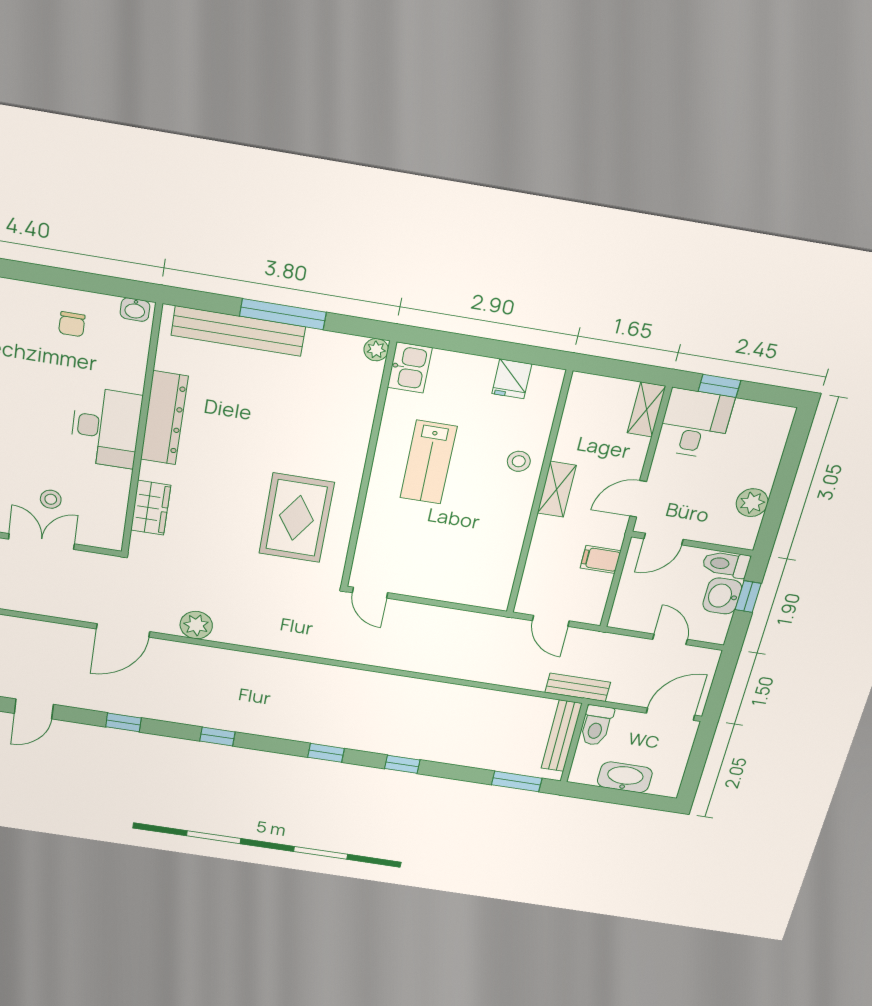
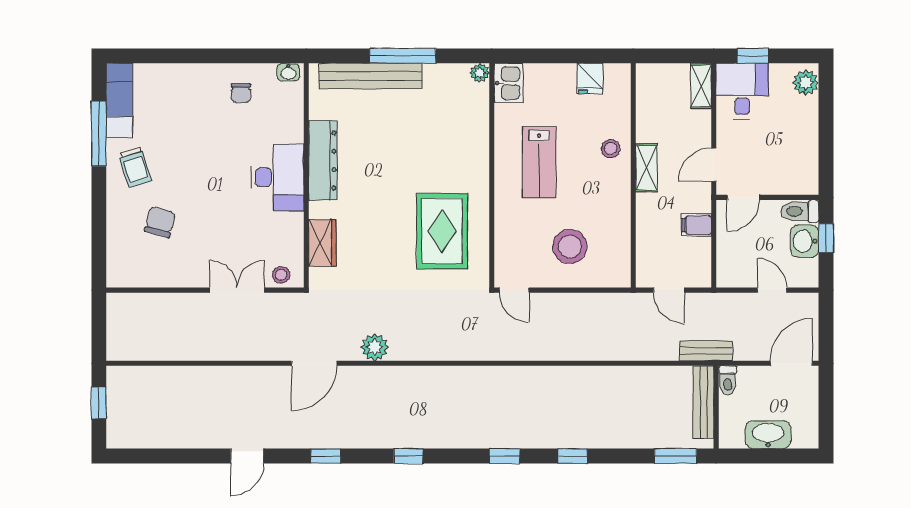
stool: (51, 499) -> (281, 275), moved
plant: (752, 503) -> (806, 83), moved
stool: (446, 558) -> (570, 246), added
toilet: (596, 725) -> (728, 380), width x0.73, depth x0.72

